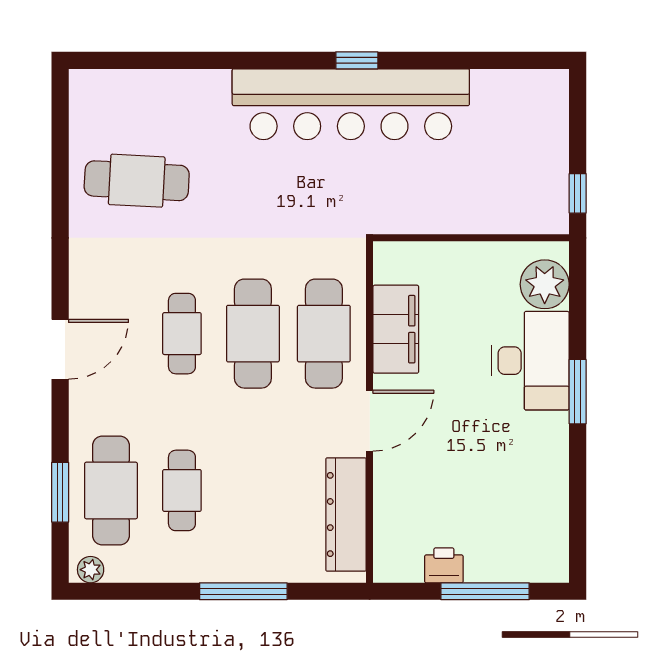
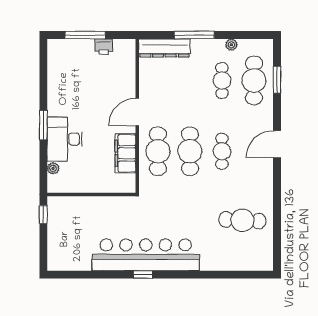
plant: (545, 284) -> (53, 168), width x0.53, depth x0.53
dresser: (346, 515) -> (164, 48), moved, turned 90
plant: (91, 570) -> (231, 45), moved

